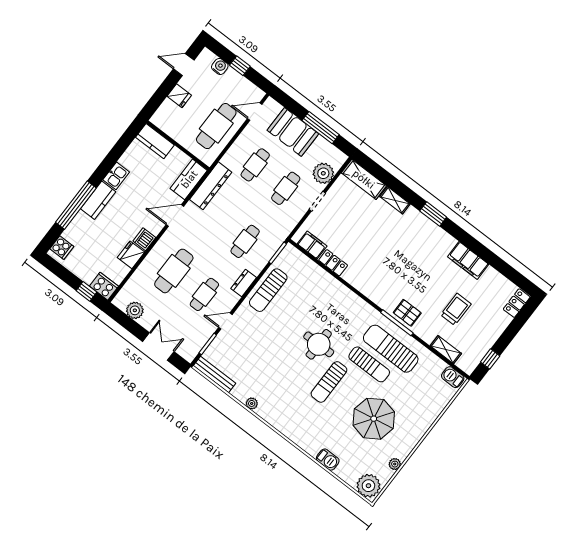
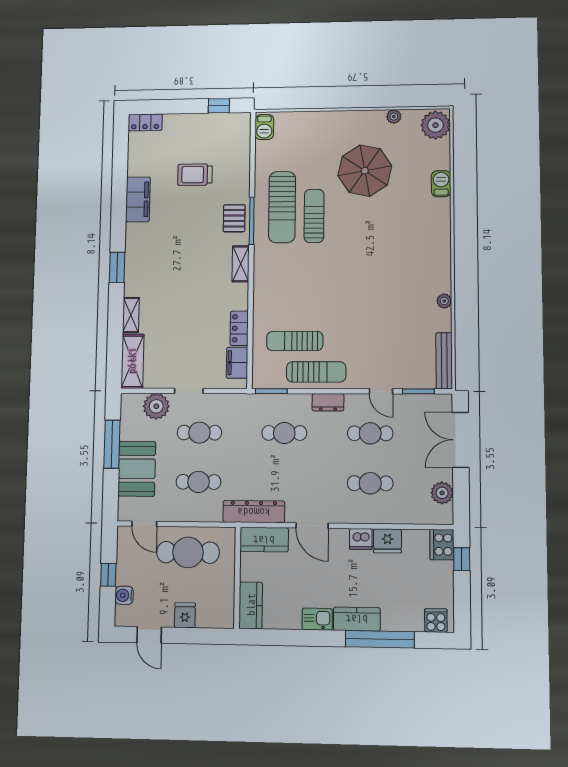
cafe table: (174, 271) -> (370, 483), width x0.73, depth x0.74
round table: (319, 344) -> (332, 280), removed
double door: (158, 347) -> (461, 440), width x1.37
shelving: (446, 350) -> (241, 264), moved
sun lounger: (329, 382) -> (295, 341), moved, turned 180

